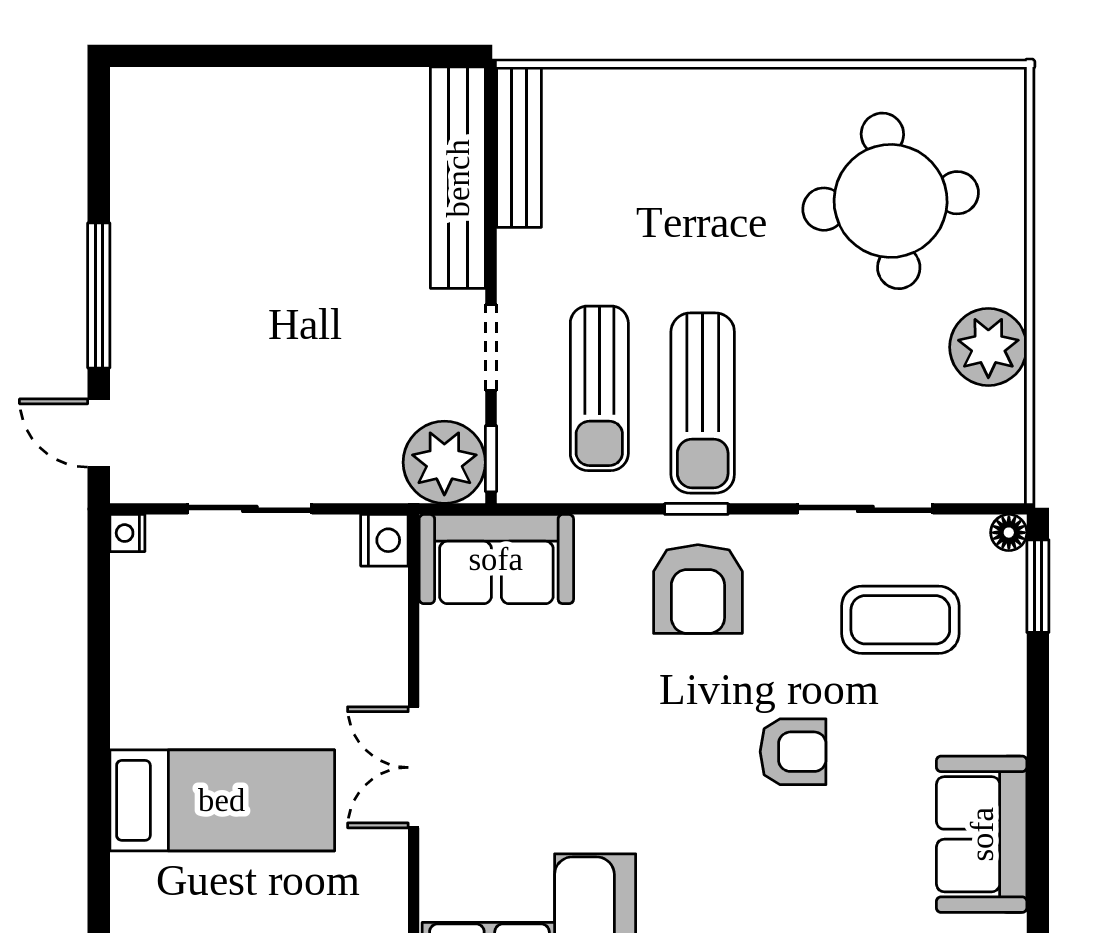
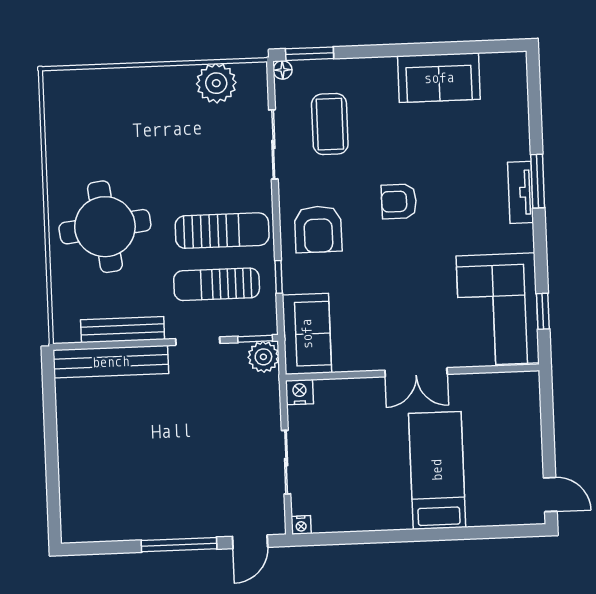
bench: (519, 147) -> (123, 330), moved
round table: (891, 201) -> (105, 227), moved
plant: (988, 347) -> (216, 83), moved
sun lounger: (599, 388) -> (217, 284), turned 180
plant: (444, 462) -> (263, 357), width x0.73, depth x0.73
window: (696, 509) -> (279, 277), moved
armchair: (698, 589) -> (318, 229), turned 90
armchair: (793, 752) -> (399, 201), moved, turned -90

